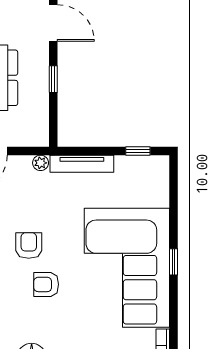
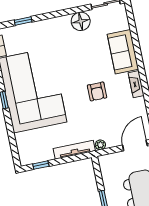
armchair: (46, 284) -> (81, 69), removed

